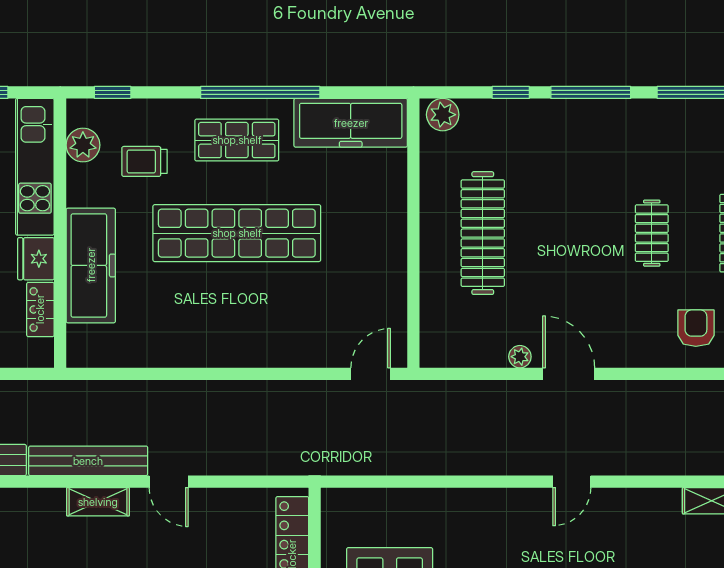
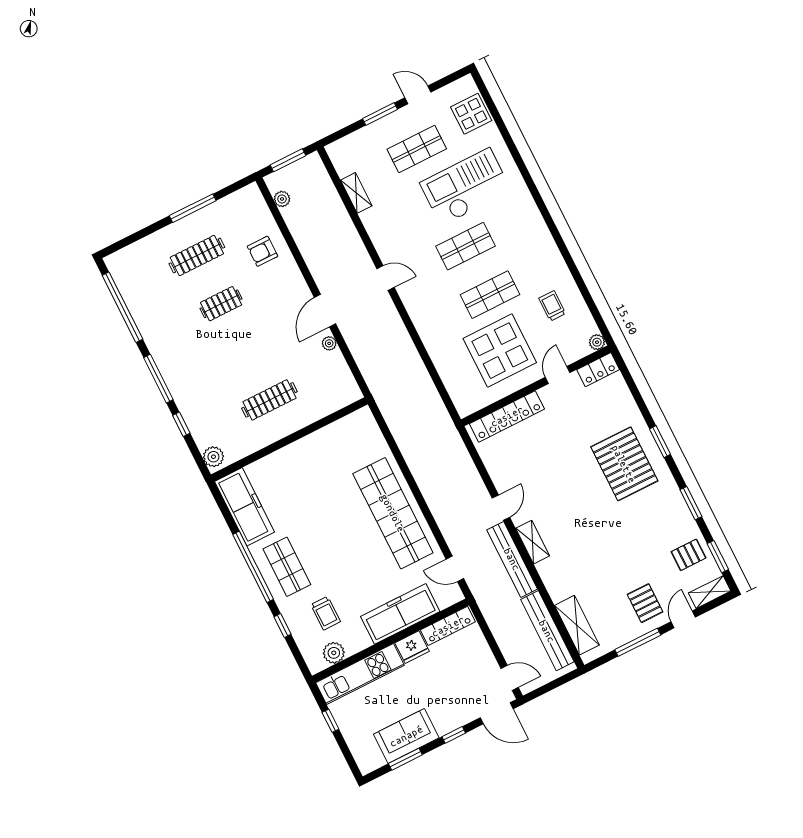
window: (113, 92) -> (283, 626), moved
shop shelf: (237, 233) -> (393, 513), moved
clothes rail: (483, 233) -> (269, 400), width x0.73, depth x0.76
locker: (40, 309) -> (448, 626), width x1.53
door: (371, 374) -> (455, 569), moved

